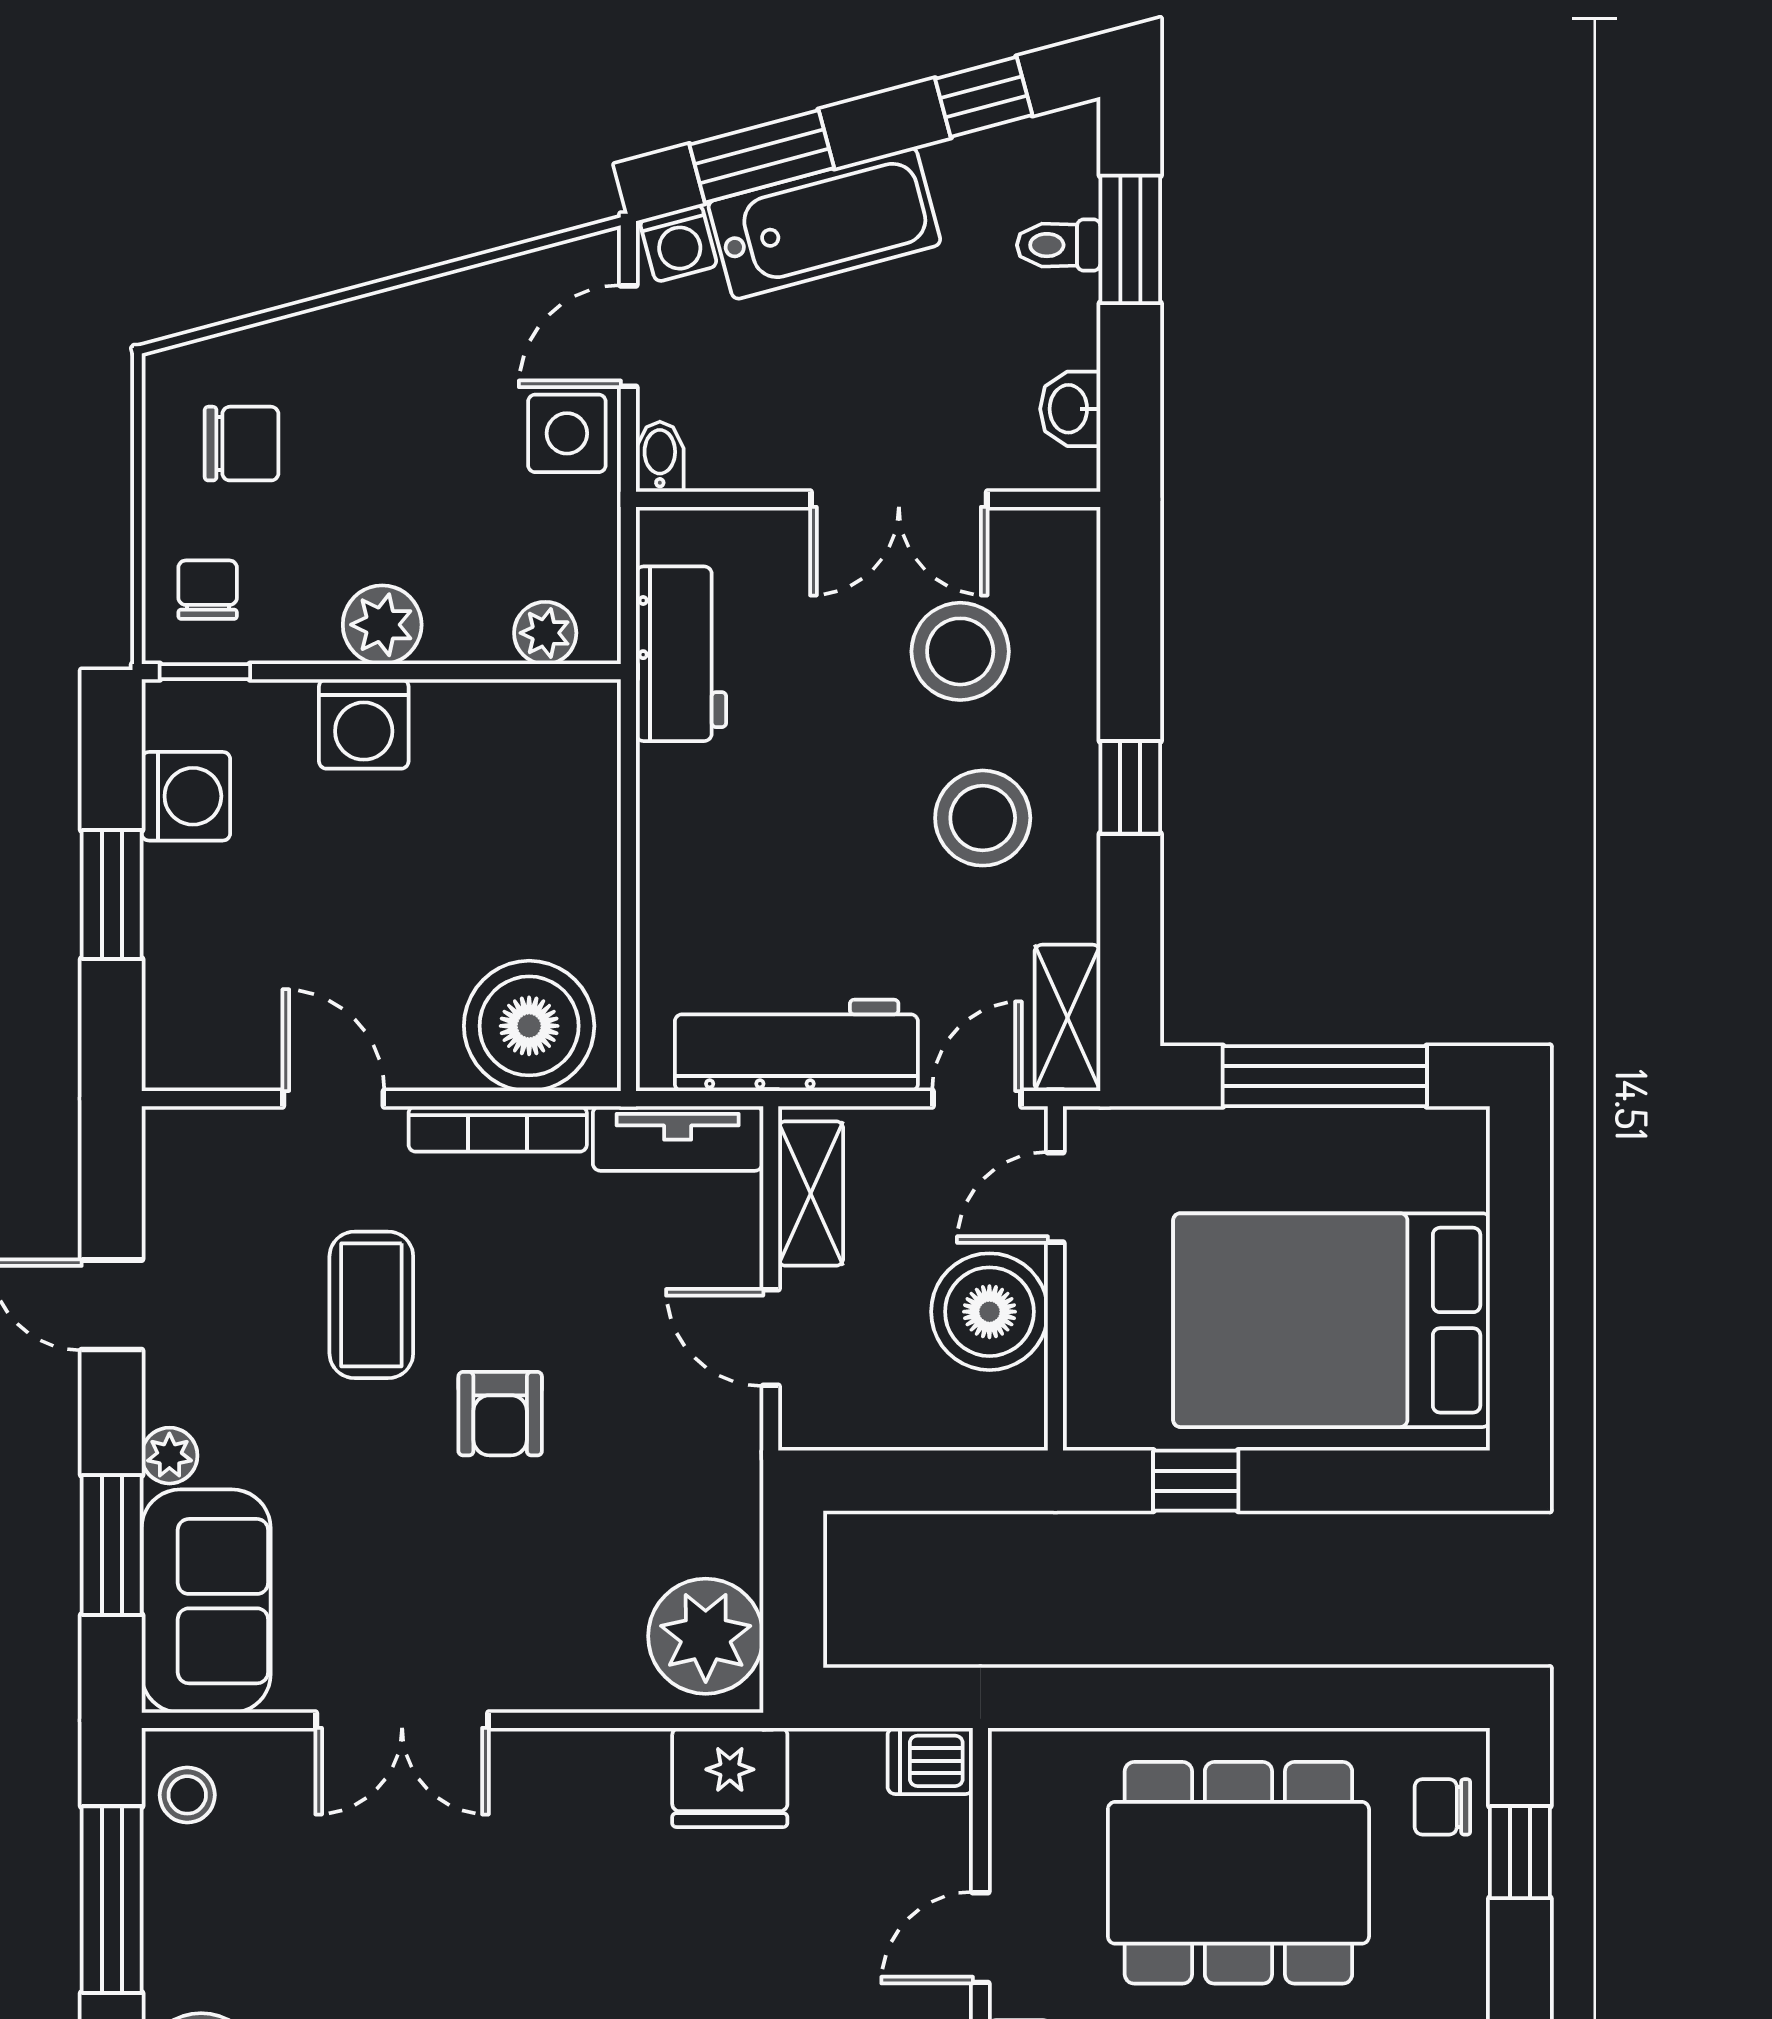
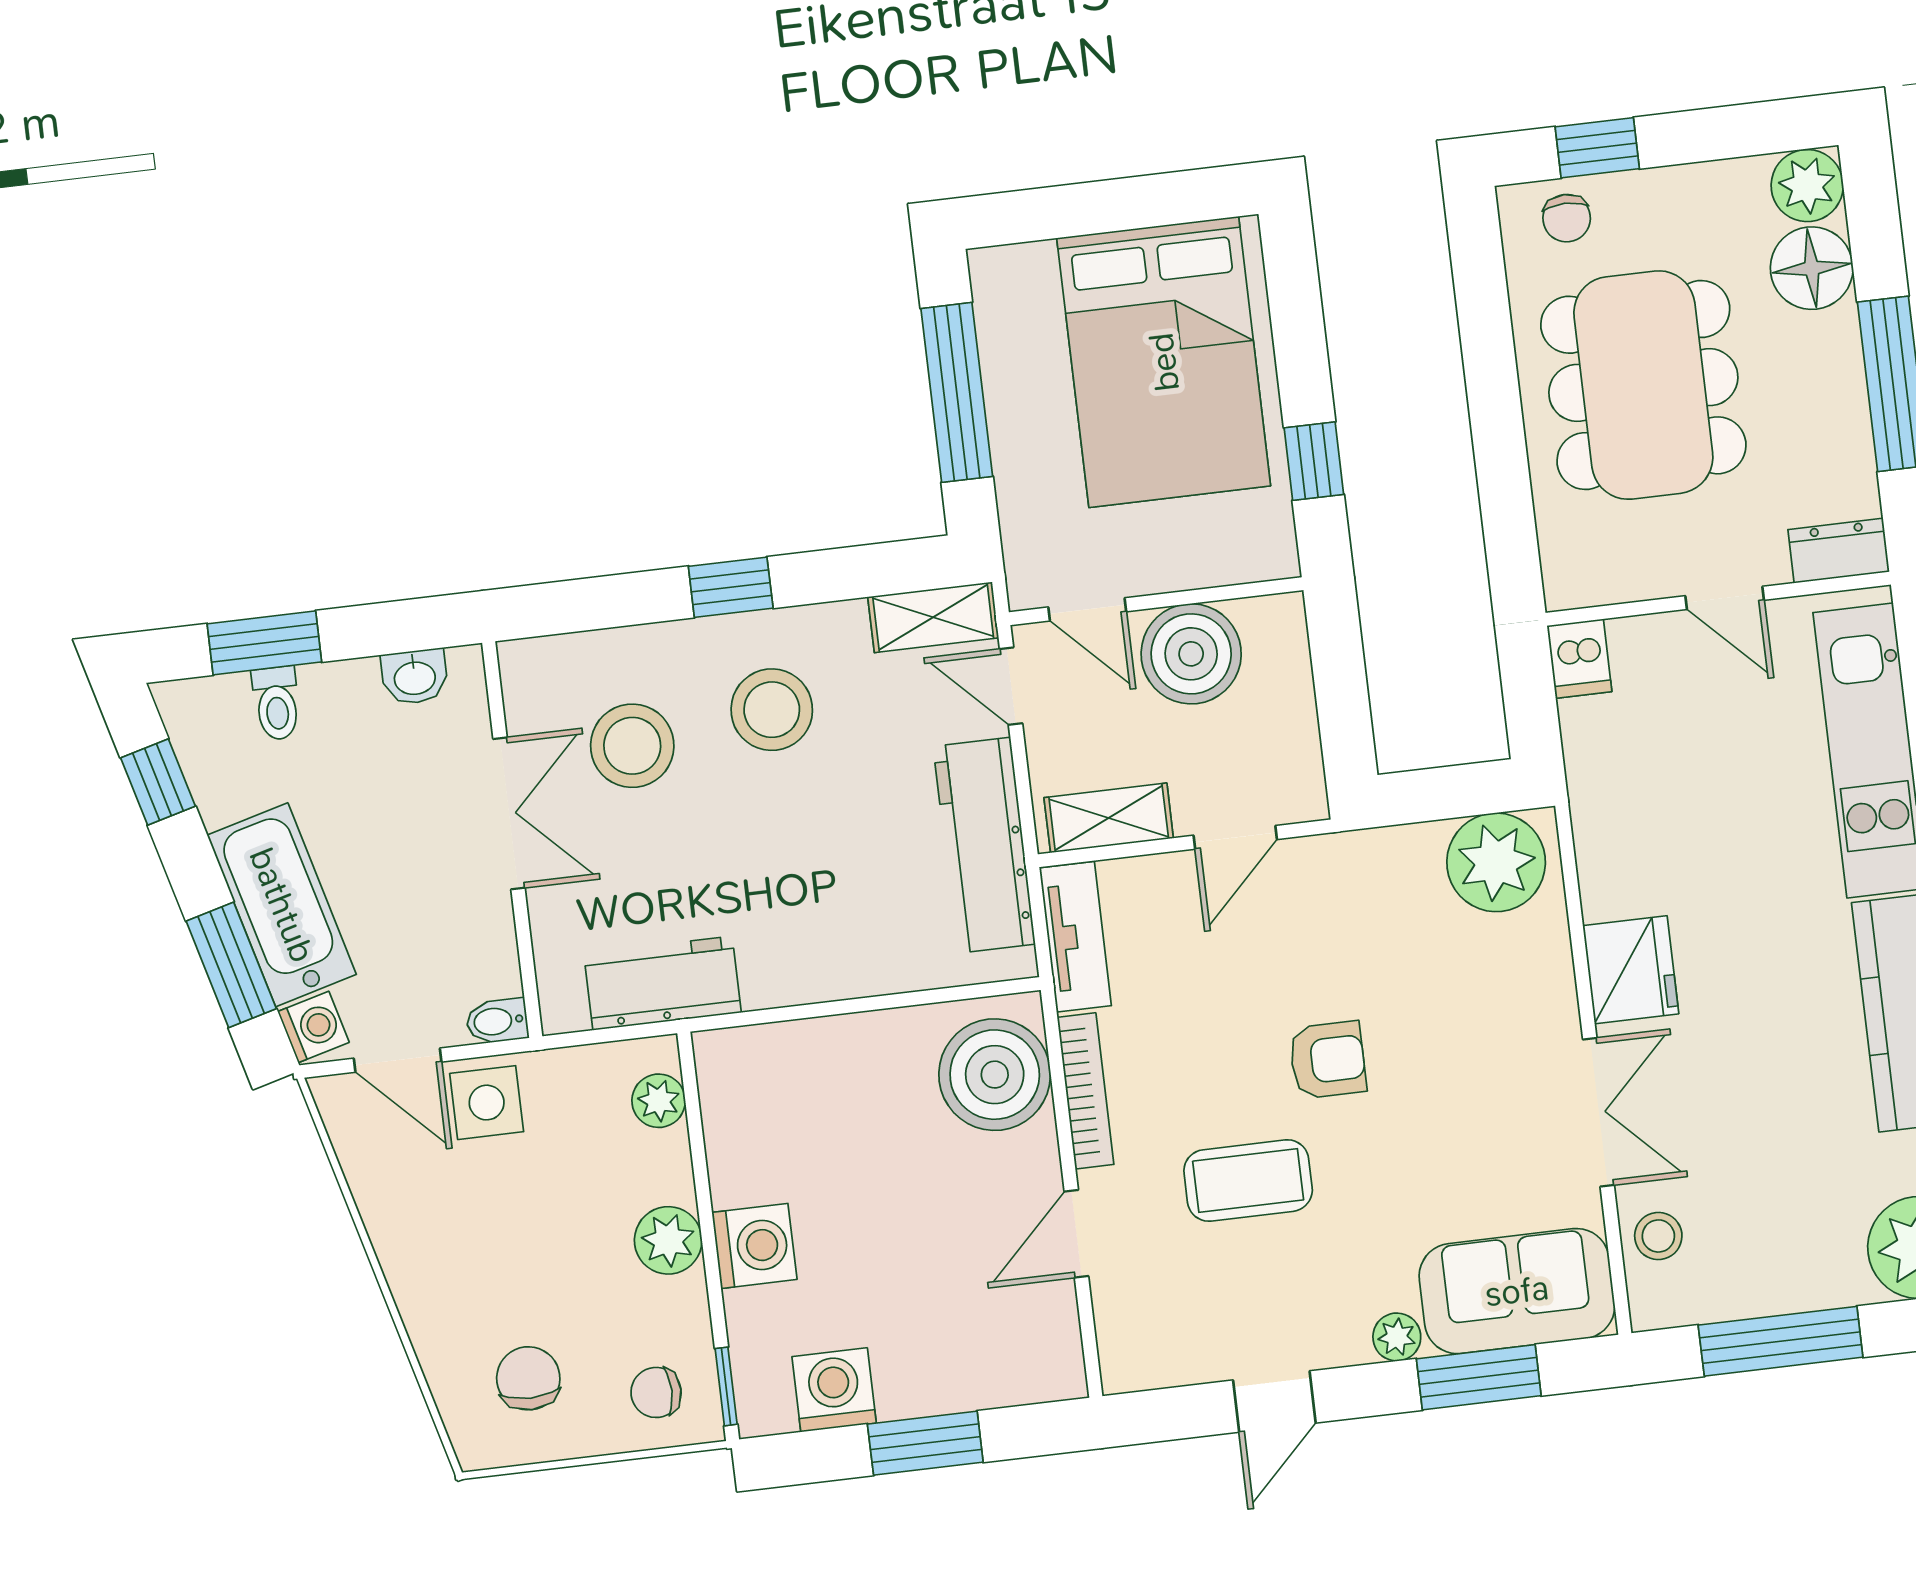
fridge: (730, 1777) -> (1631, 970), moved
stool: (187, 1795) -> (1658, 1236), moved

